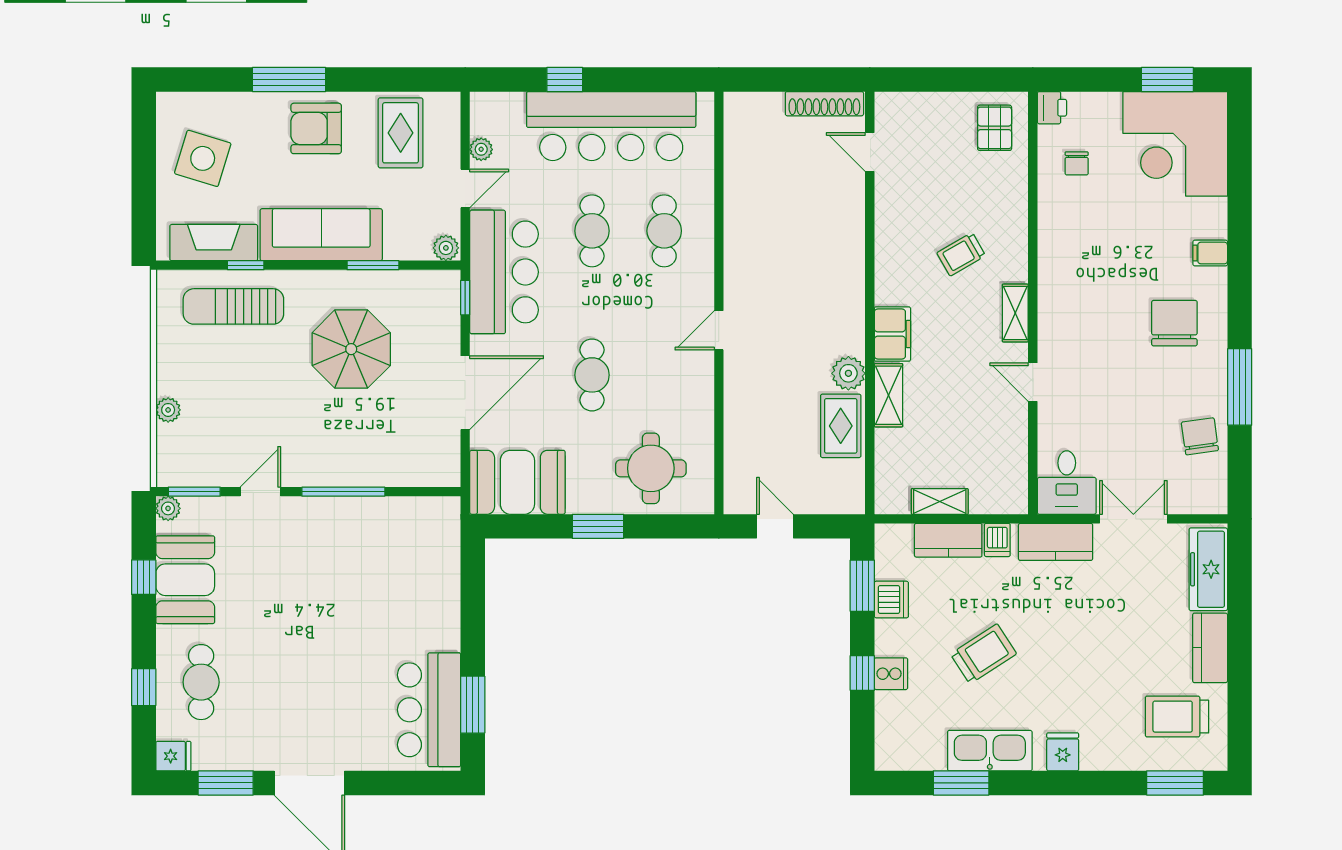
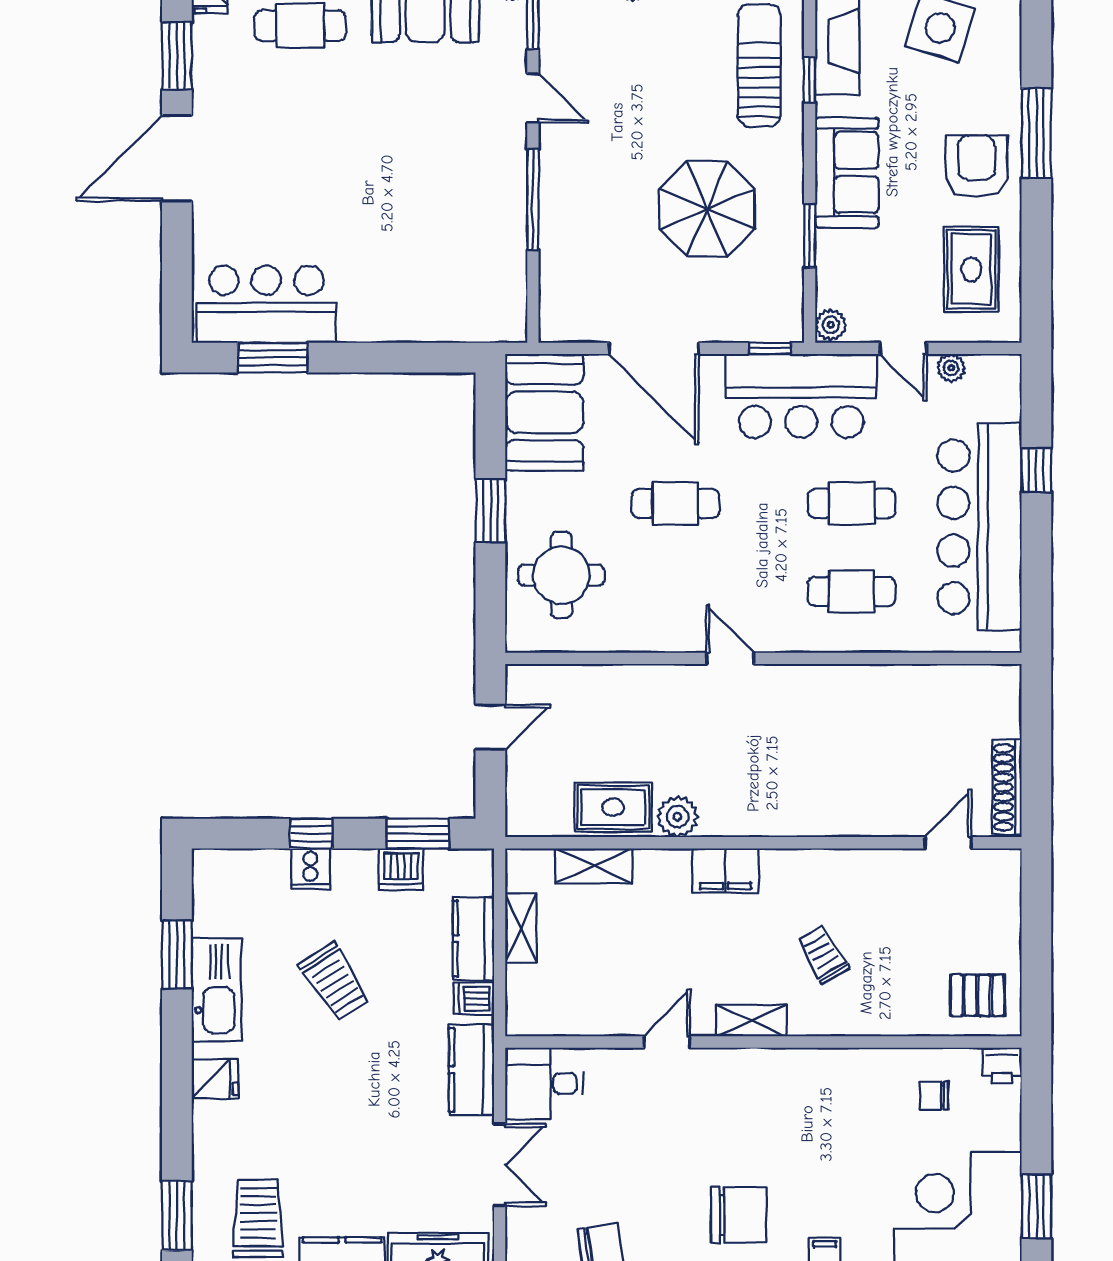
rug: (401, 133) -> (971, 269), turned 90
sofa: (321, 235) -> (847, 172), width x0.73
shelving: (889, 395) -> (594, 866), moved

